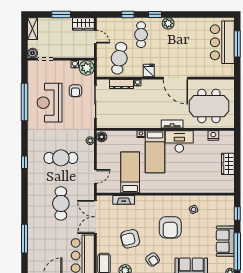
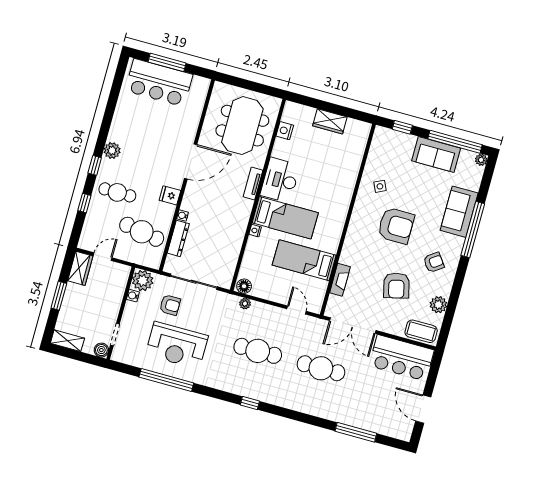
cafe table: (61, 158) -> (258, 351), turned 90

